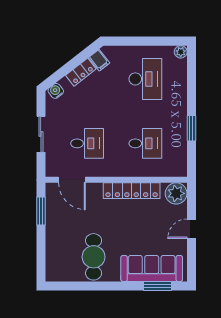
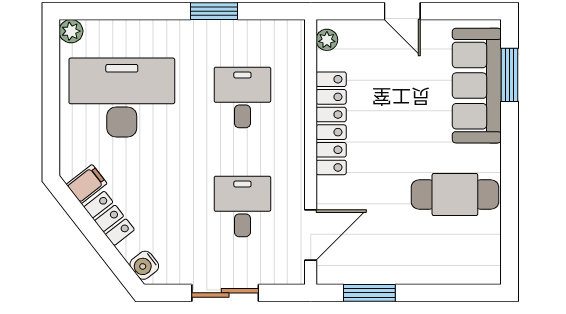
desk: (145, 79) -> (122, 97), width x1.36, depth x1.30
plant: (176, 193) -> (327, 40), width x0.53, depth x0.53

